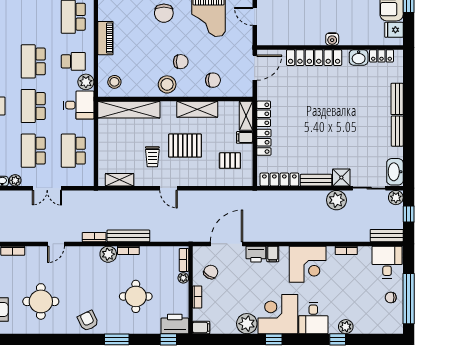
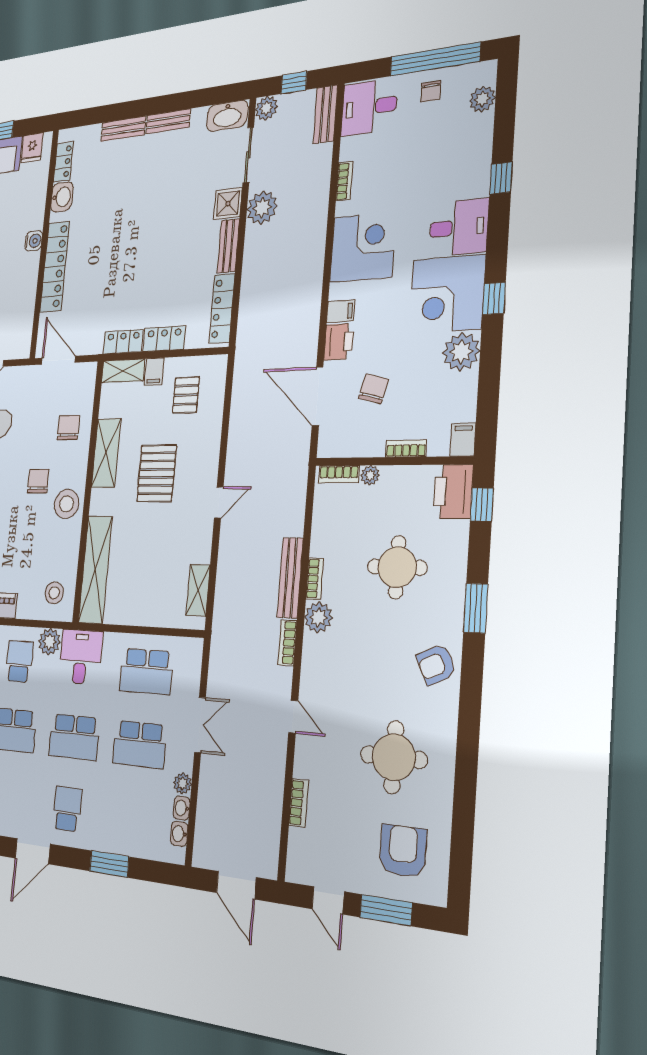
trolley: (152, 157) -> (168, 531), removed
chair: (211, 272) -> (373, 389), moved, turned 75
plant: (346, 327) -> (482, 99), moved

